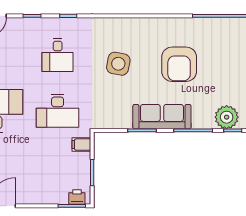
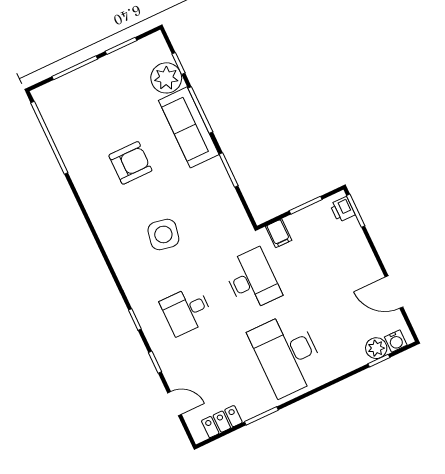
desk: (58, 55) -> (187, 311), turned 180
armchair: (179, 64) -> (130, 163), width x0.73, depth x0.73
sofa: (162, 117) -> (189, 127), moved

